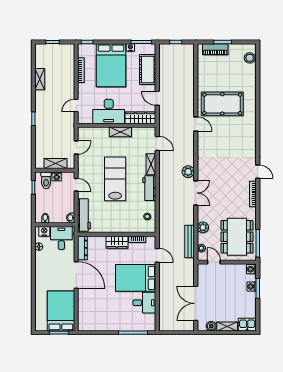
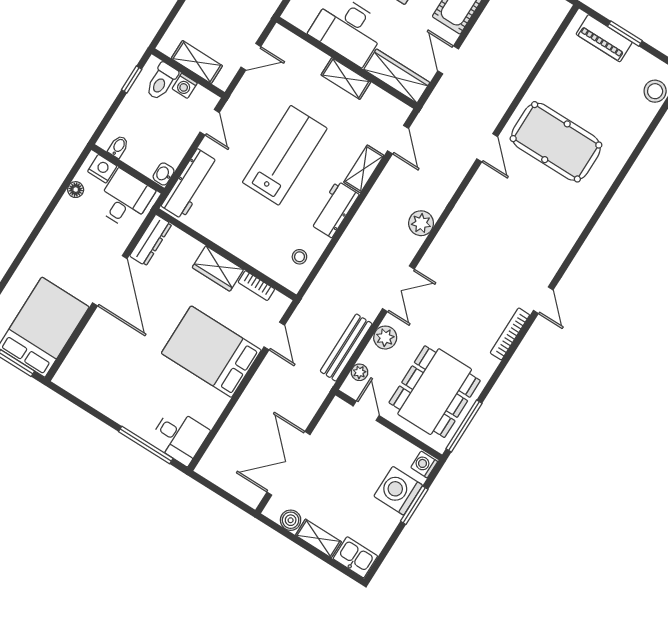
double door: (196, 193) -> (398, 289), moved
washing machine: (252, 286) -> (398, 491), width x1.89, depth x1.89
desk: (144, 303) -> (179, 436), moved

